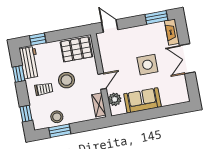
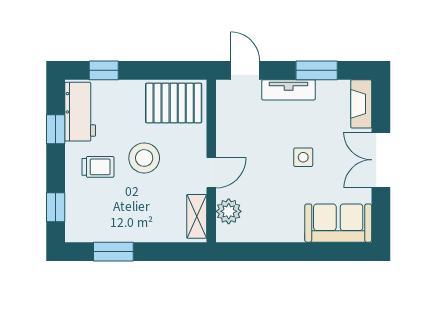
window: (156, 17) -> (317, 70), moved
tv unit: (134, 32) -> (289, 90), added
side table: (147, 65) -> (303, 157), width x0.54, depth x0.54
sofa: (142, 100) -> (338, 223), moved
stool: (57, 117) -> (113, 224), removed

